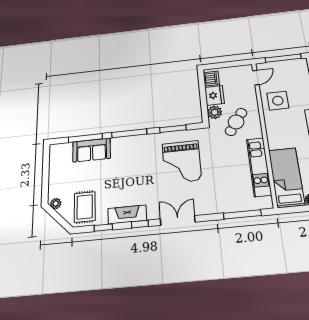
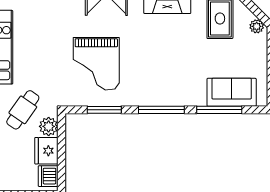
sofa: (92, 150) -> (232, 92), moved
grand piano: (182, 162) -> (96, 64), turned 180

